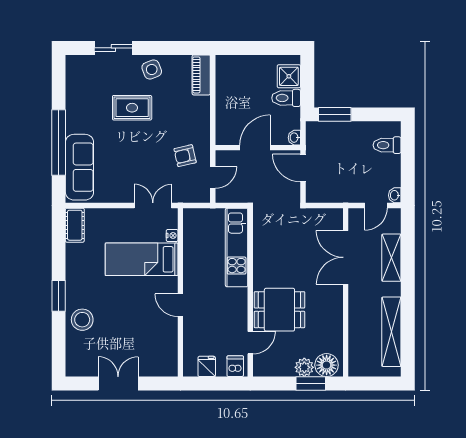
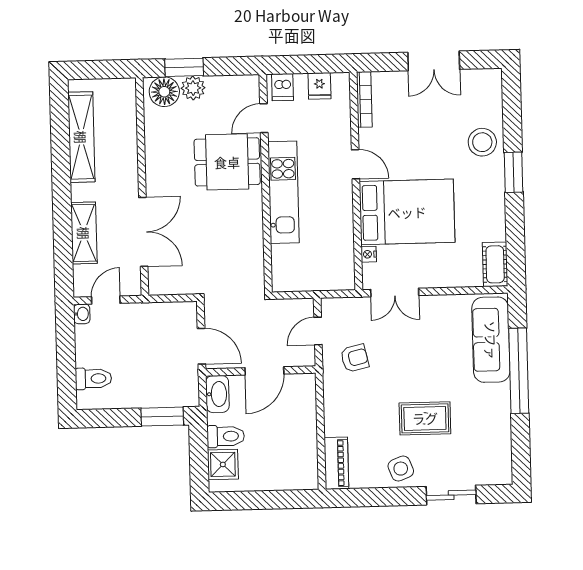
washbasin: (294, 138) -> (217, 394), width x1.91, depth x1.45
kitchen unit: (237, 247) -> (284, 192), moved
bed: (142, 259) -> (407, 212), width x1.50
bookcase: (172, 355) -> (364, 99), added

